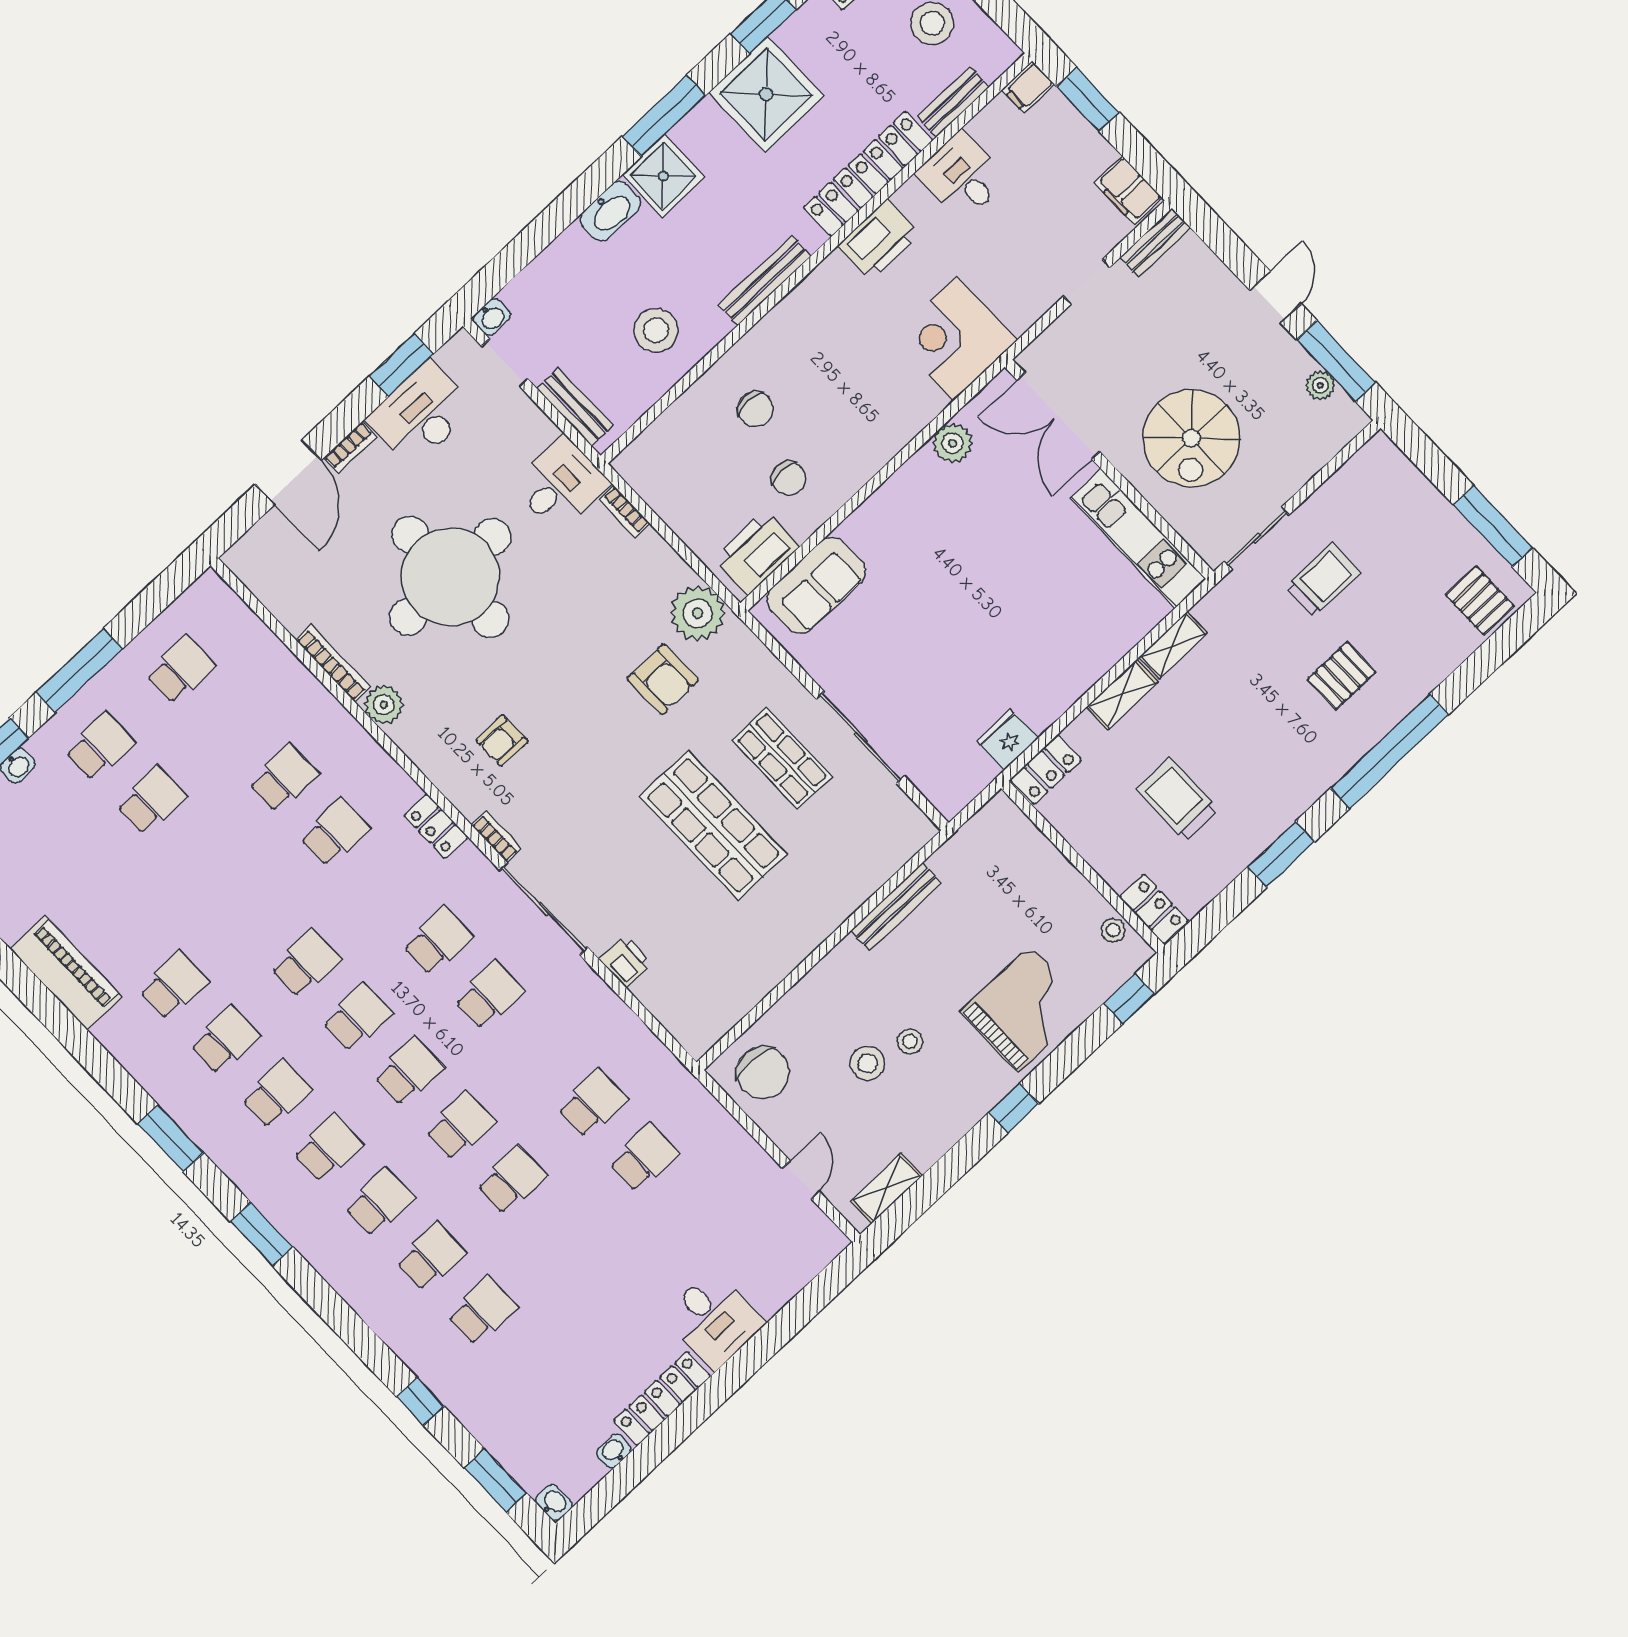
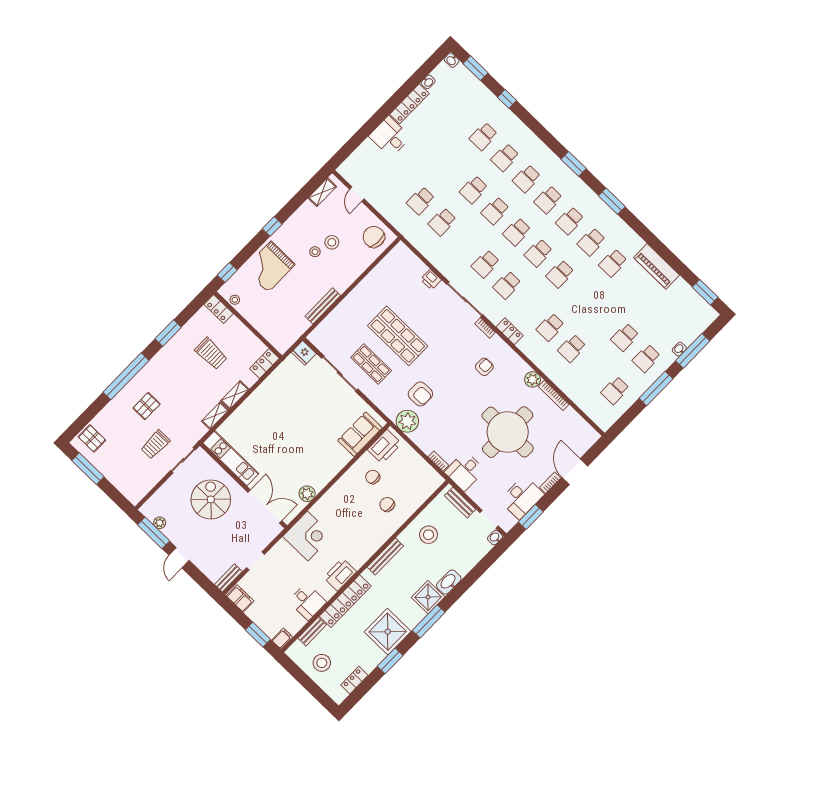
armchair: (663, 679) -> (420, 394), turned 180
fridge: (1007, 740) -> (304, 353), moved, turned 90

